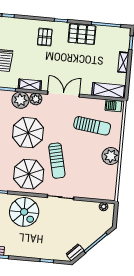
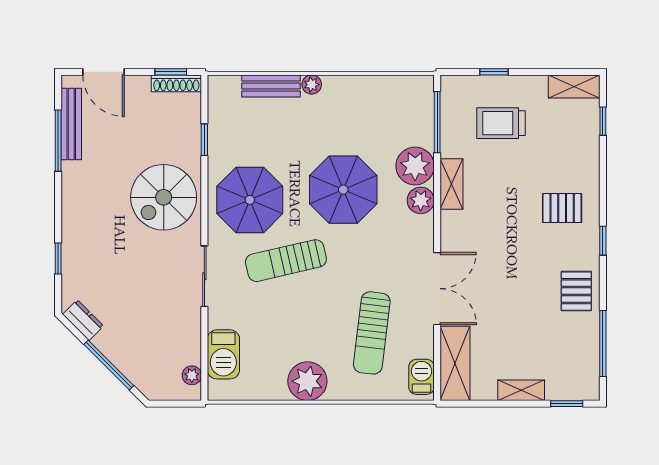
pallet: (82, 34) -> (576, 291), width x0.67, depth x0.71
double door: (64, 94) -> (437, 289), moved
barbecue: (96, 192) -> (223, 354), added

